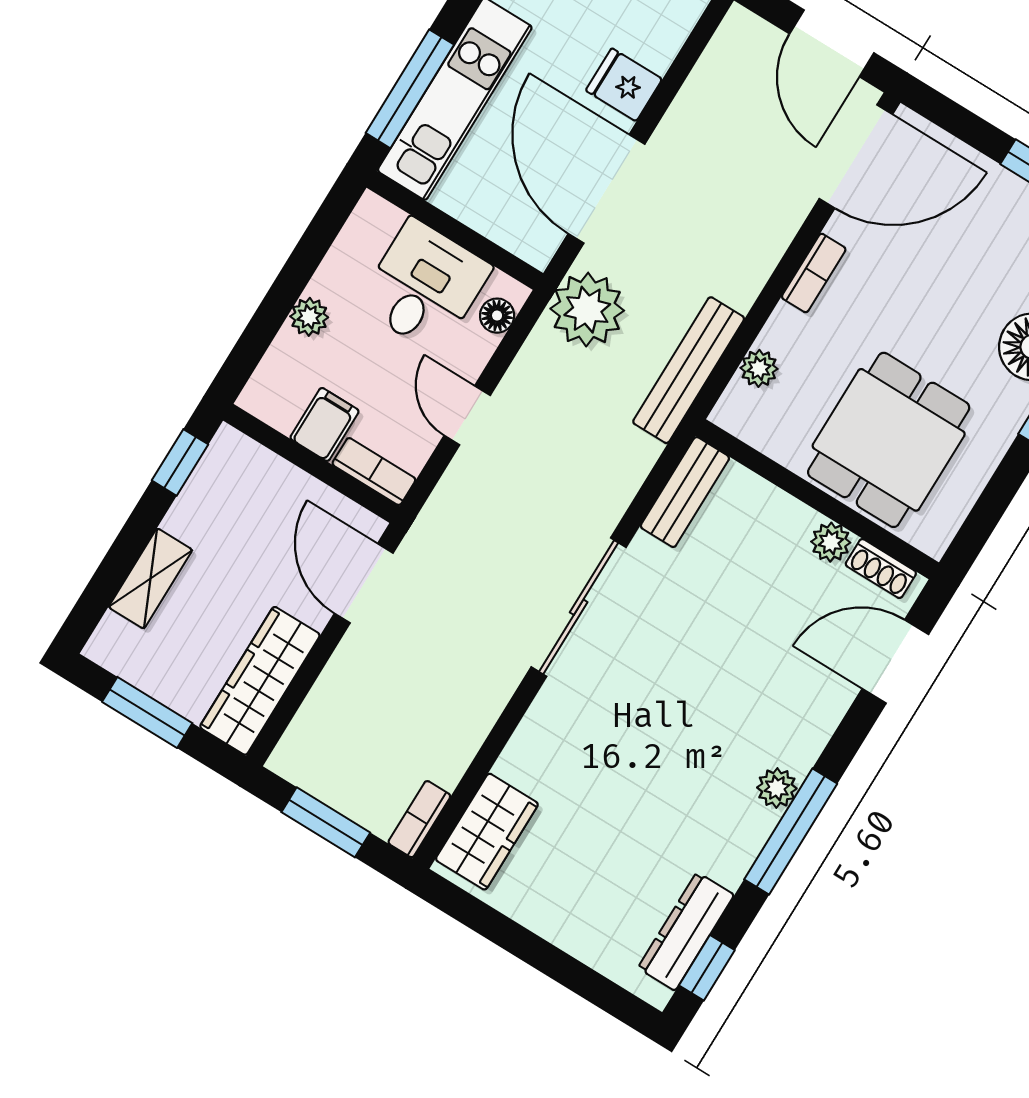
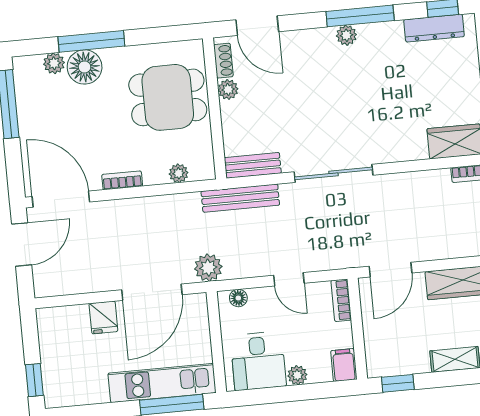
desk: (424, 286) -> (258, 361), moved, turned -90
plant: (587, 310) -> (208, 268), width x0.73, depth x0.73
bench: (689, 370) -> (240, 198), moved
door: (467, 415) -> (289, 279), hinge flipped
filing cabinet: (325, 424) -> (344, 365), moved, turned 90

